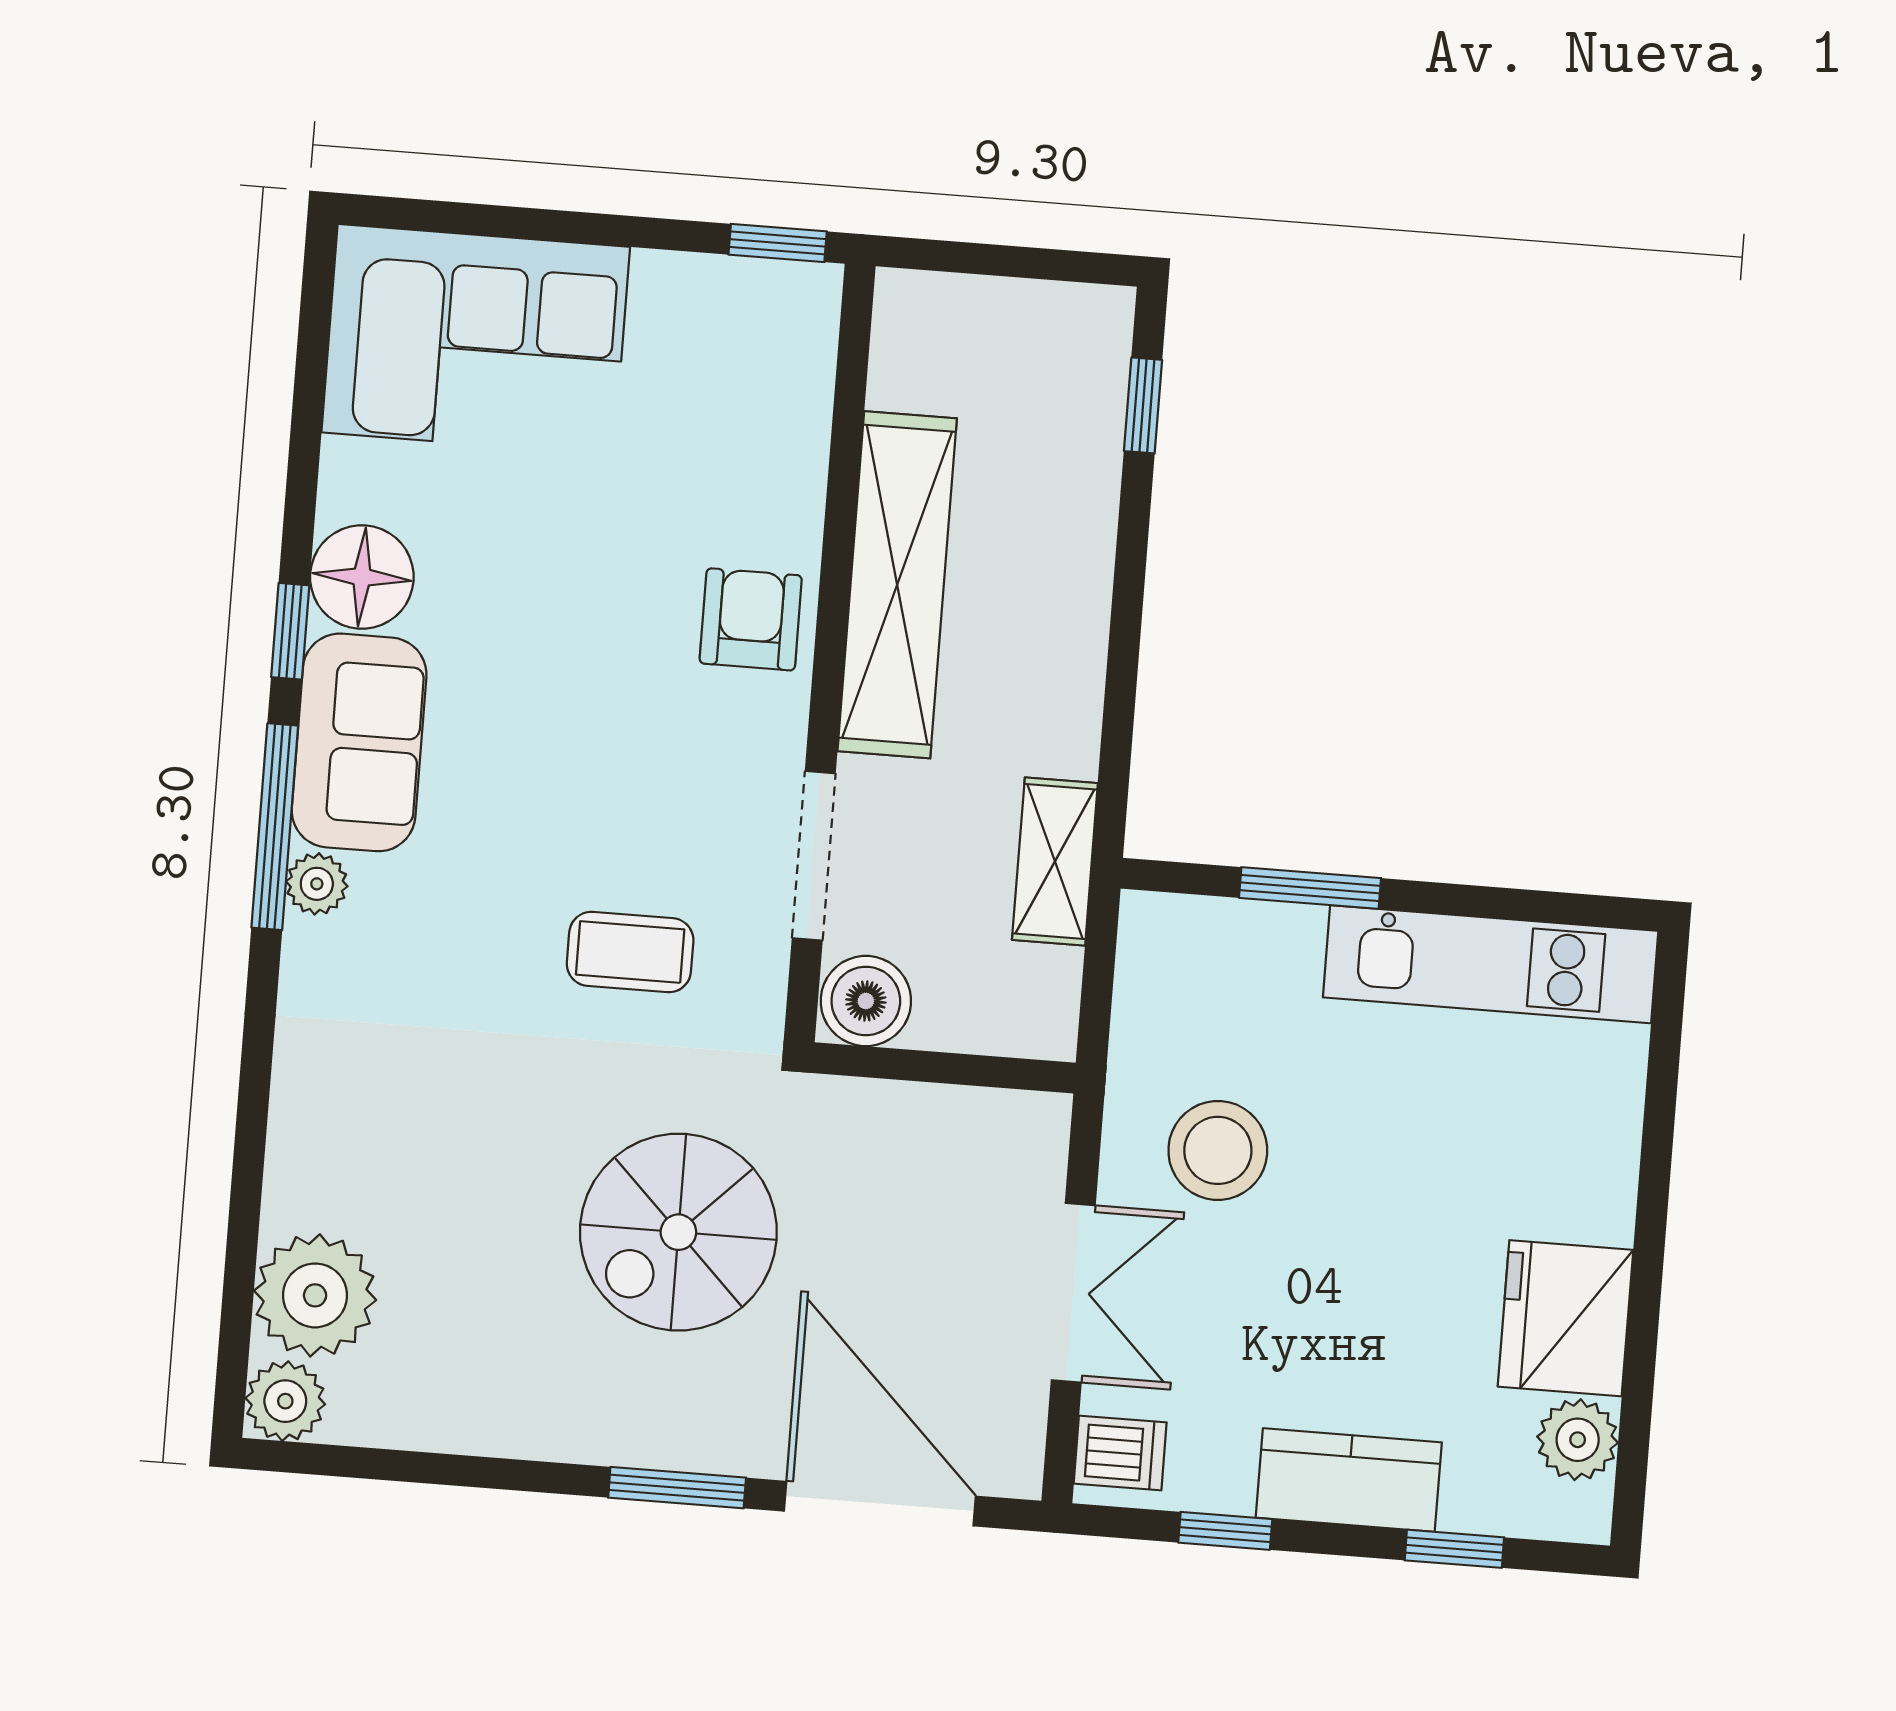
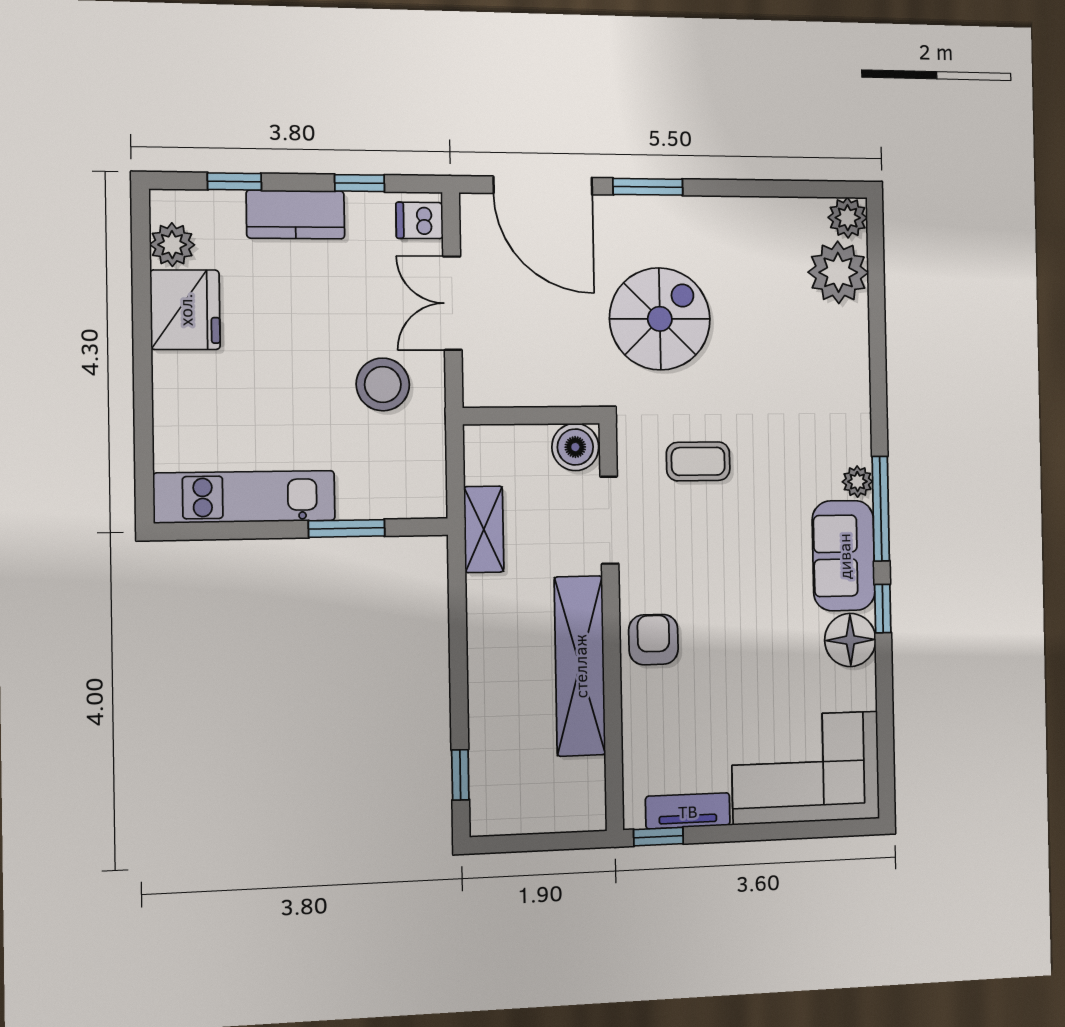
tv unit: (716, 285) -> (688, 811), added
armchair: (751, 619) -> (653, 640), turned 180

